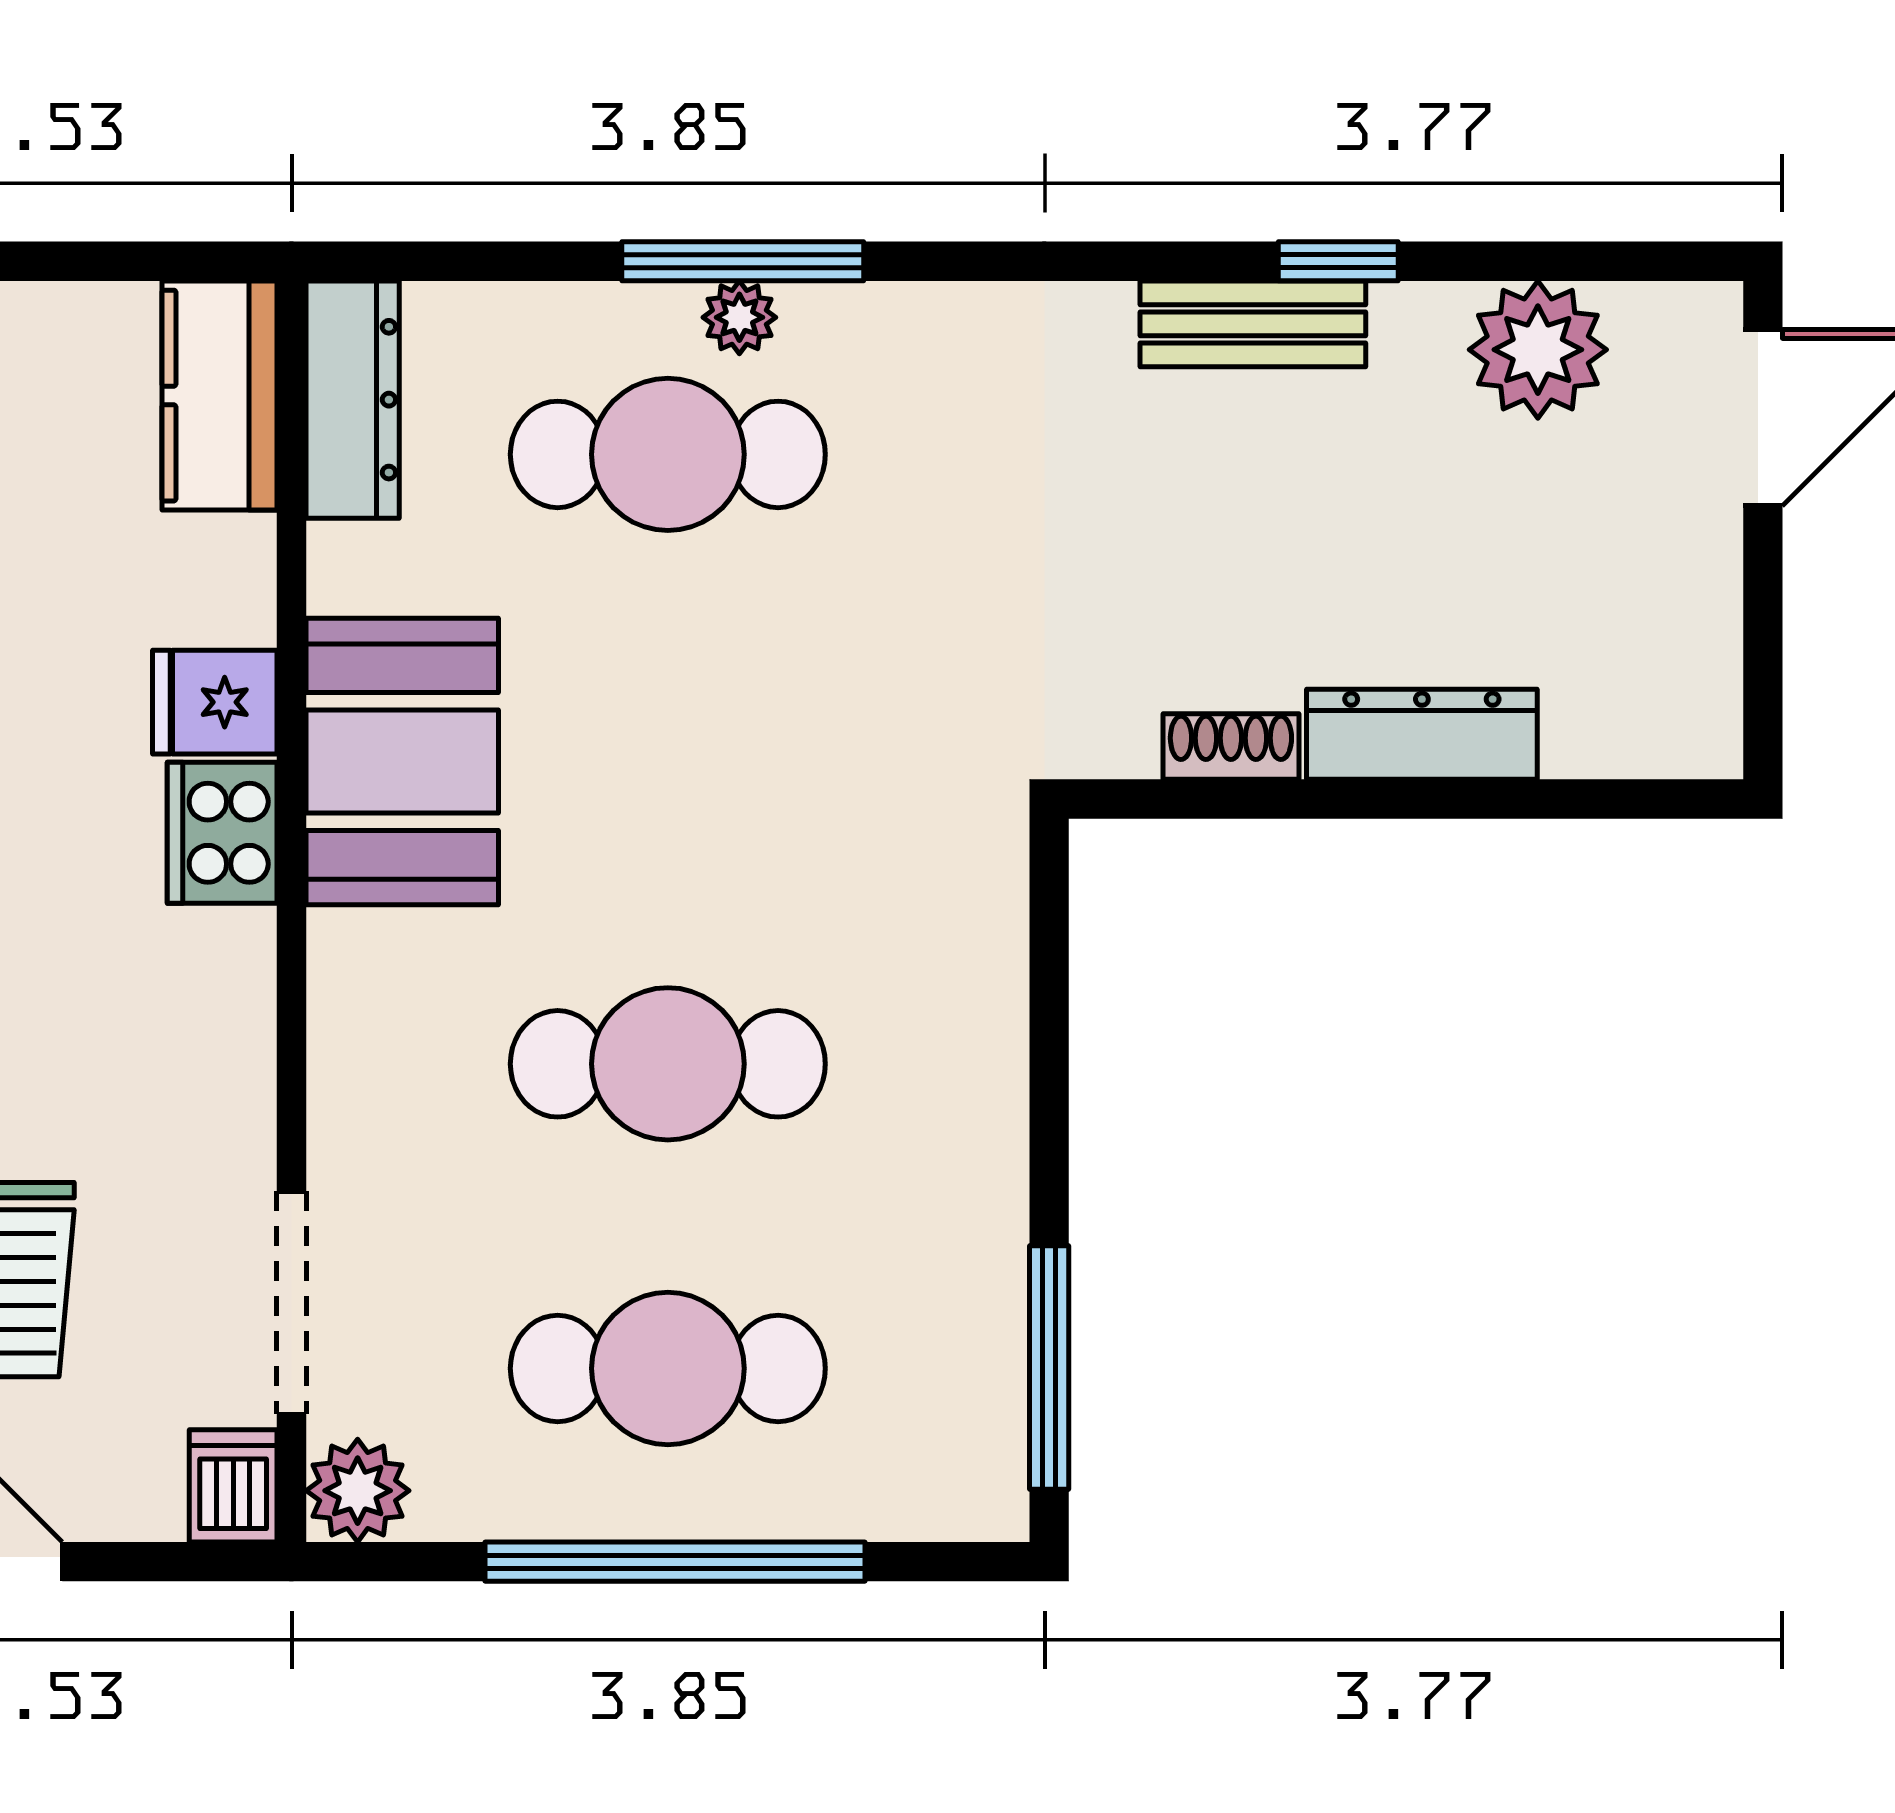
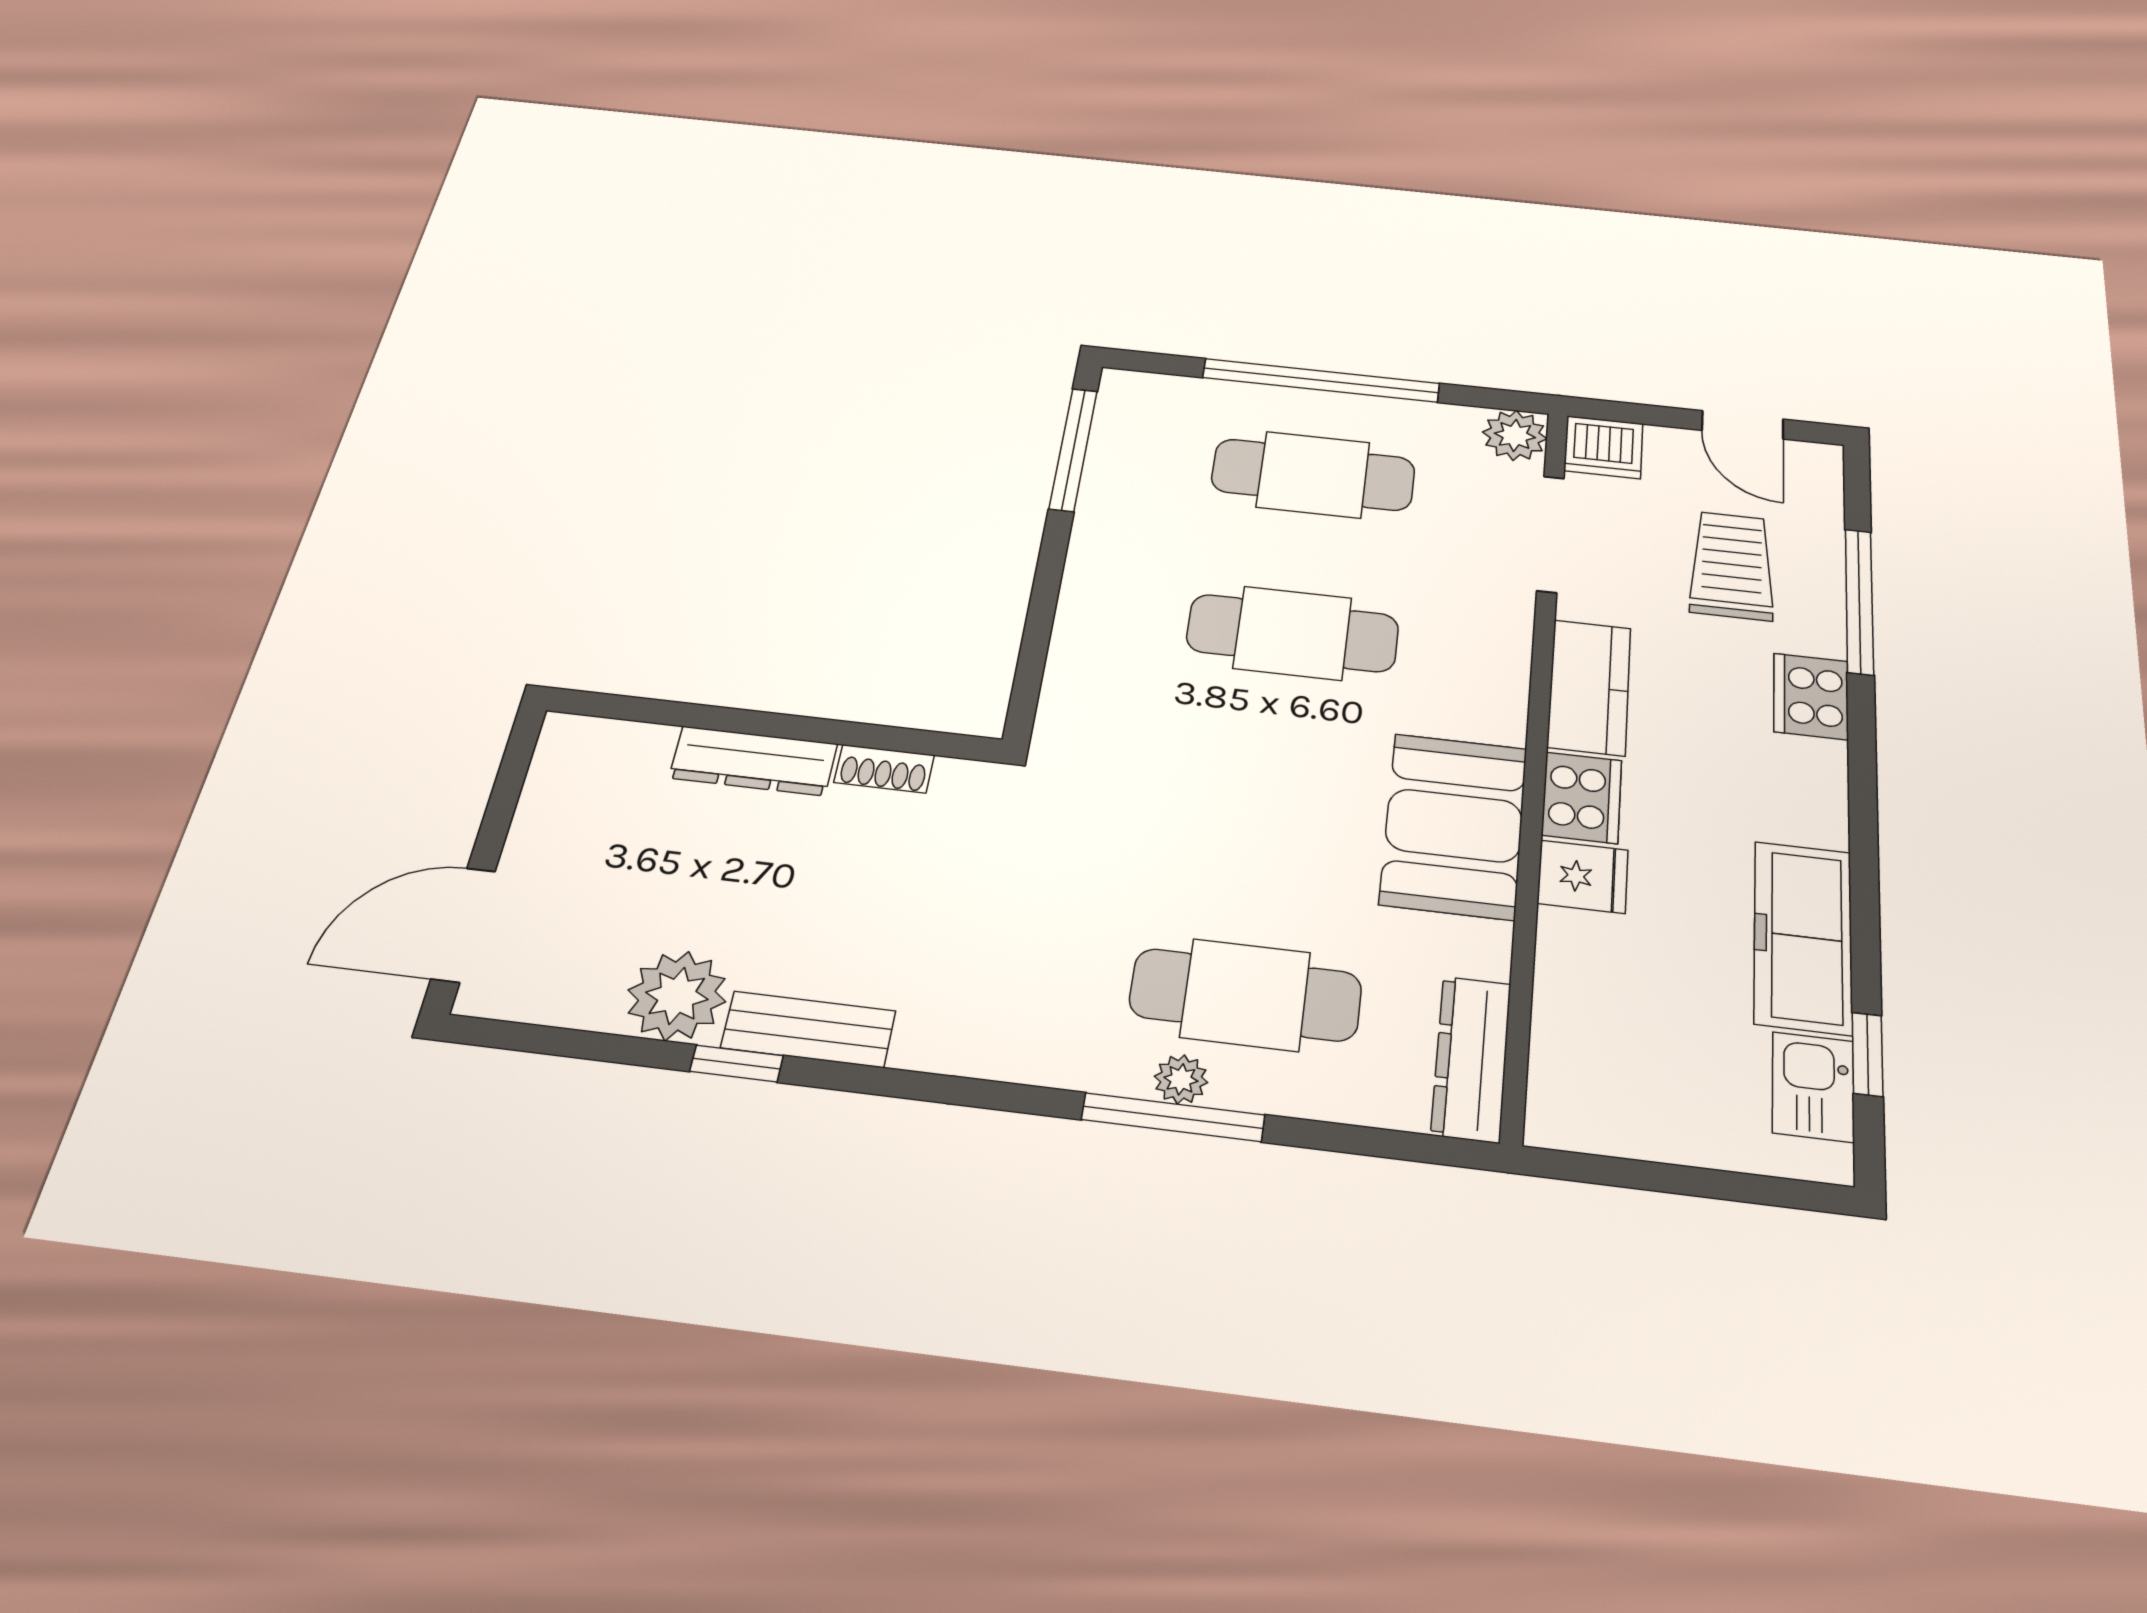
plant: (1538, 350) -> (677, 996), moved
kitchen counter: (219, 396) -> (1589, 687), moved
dishwasher: (233, 1486) -> (1603, 447), width x1.38

